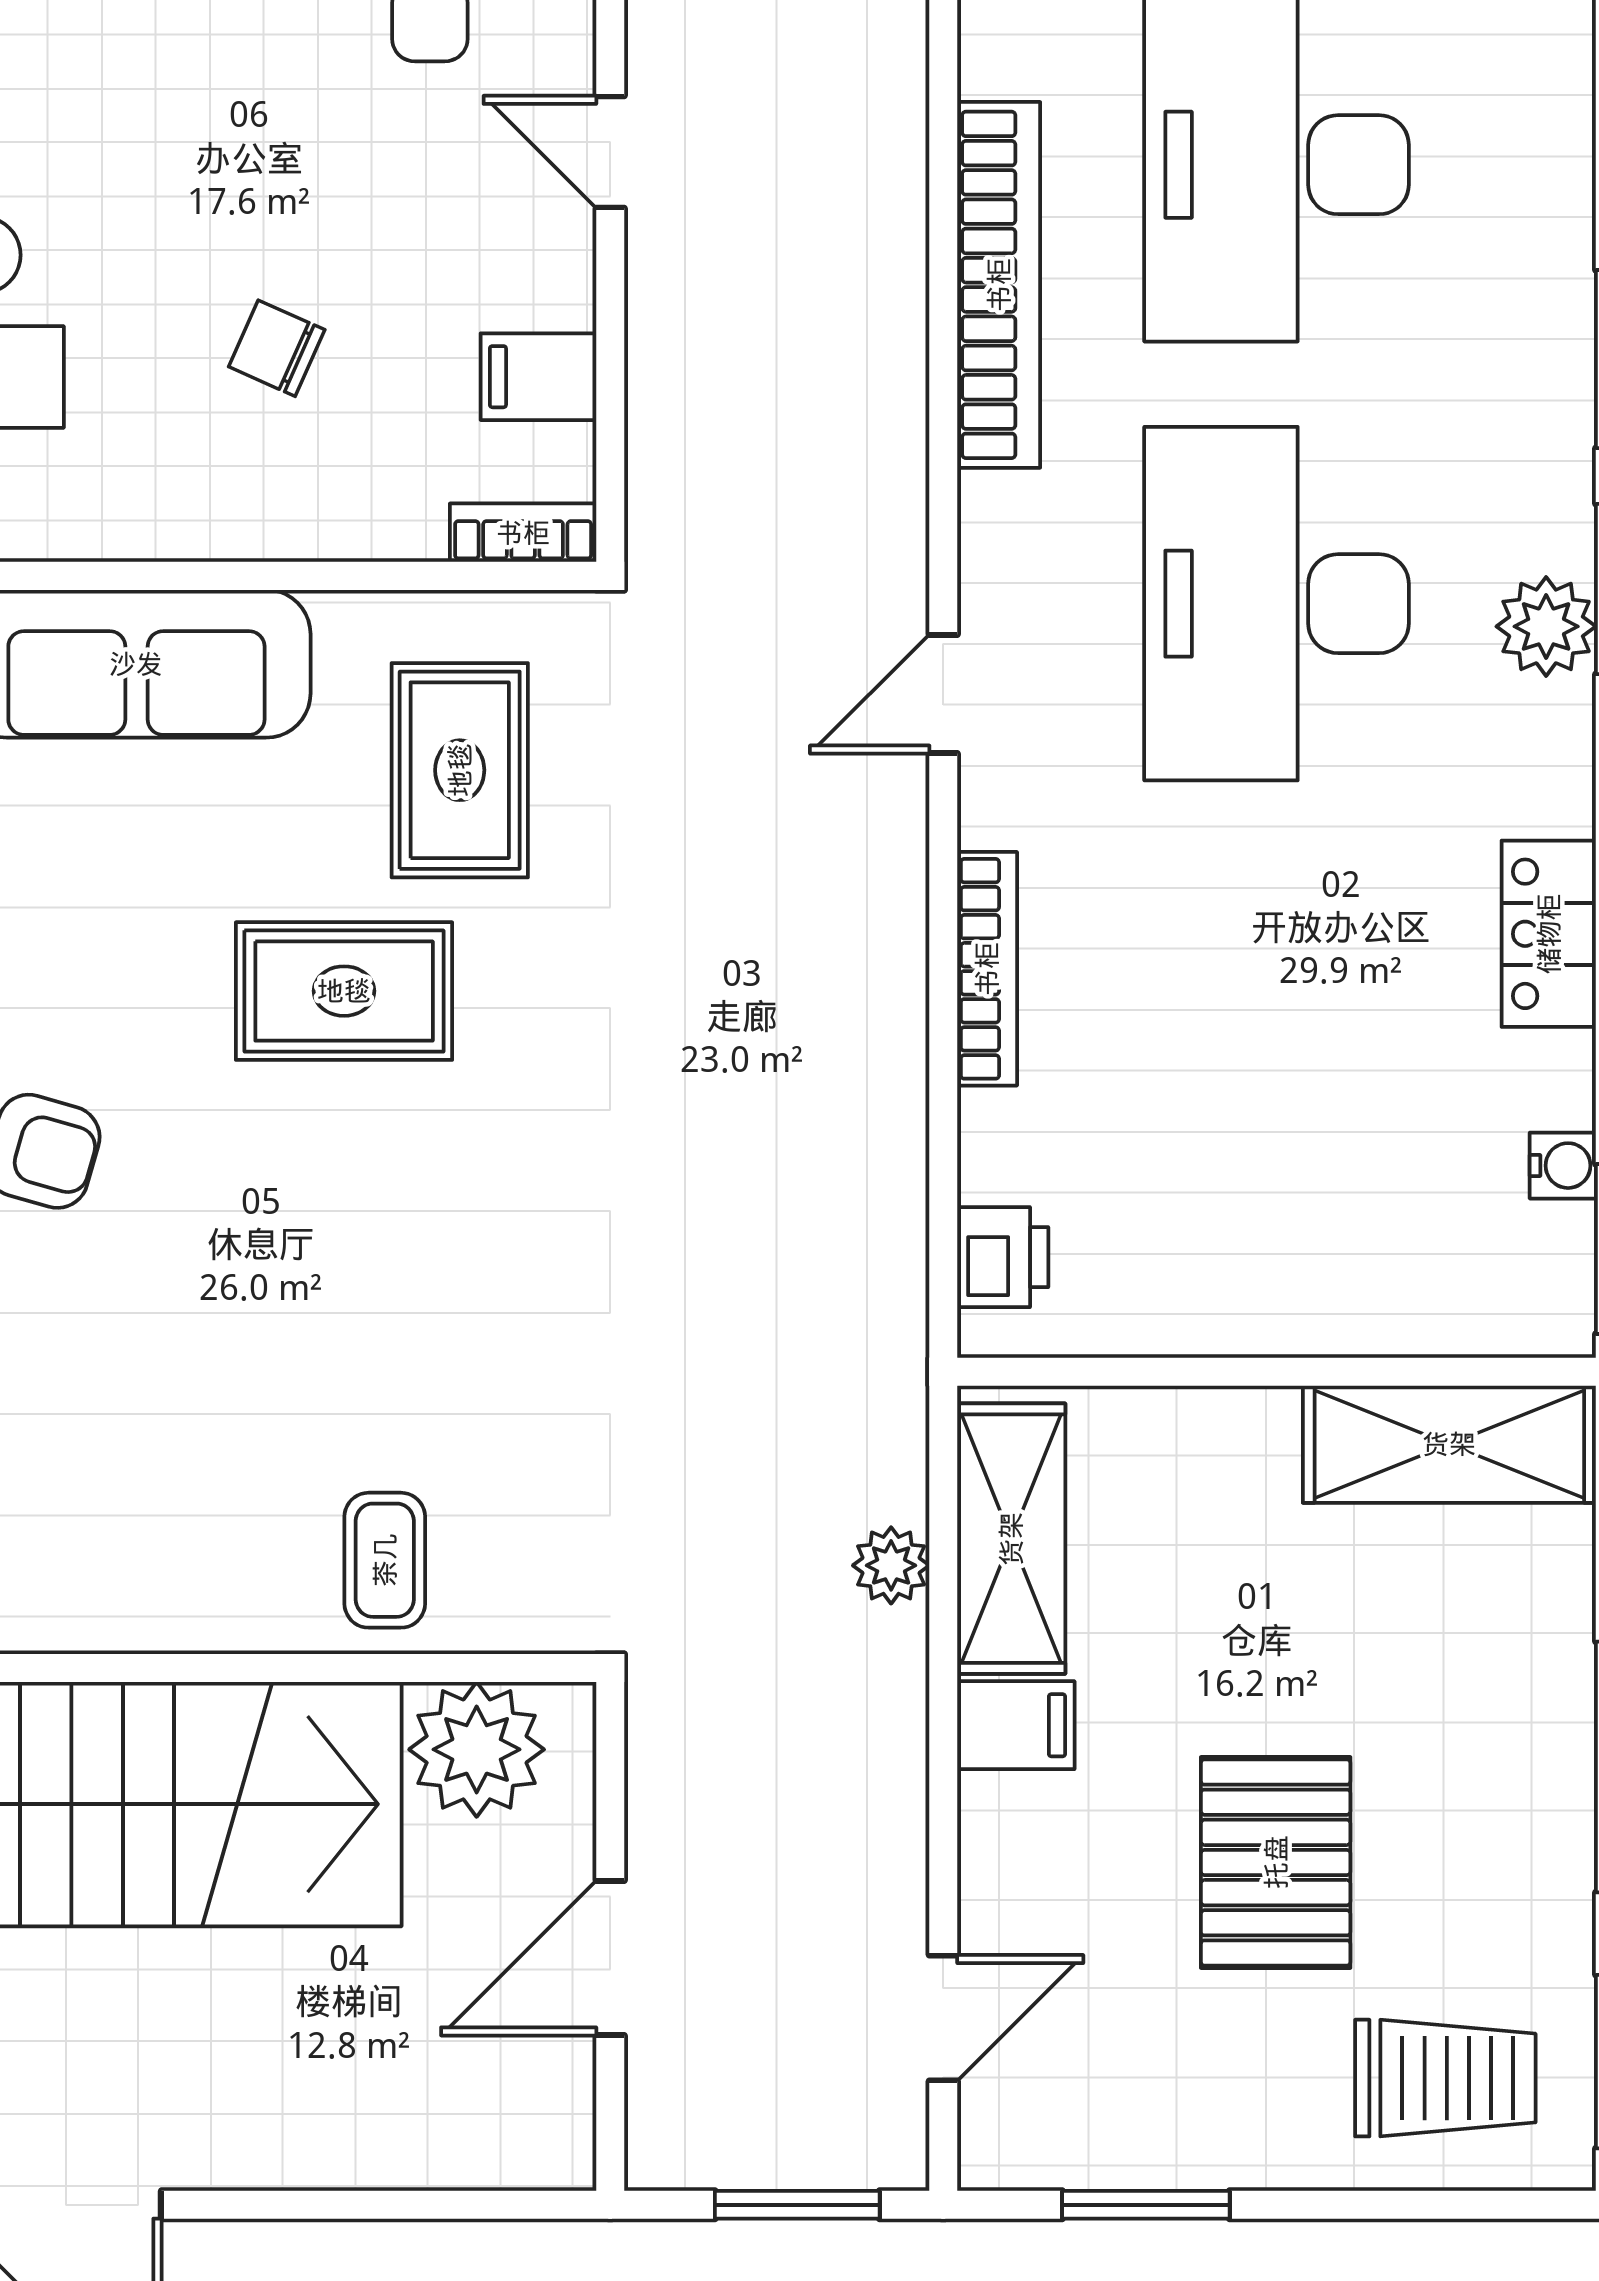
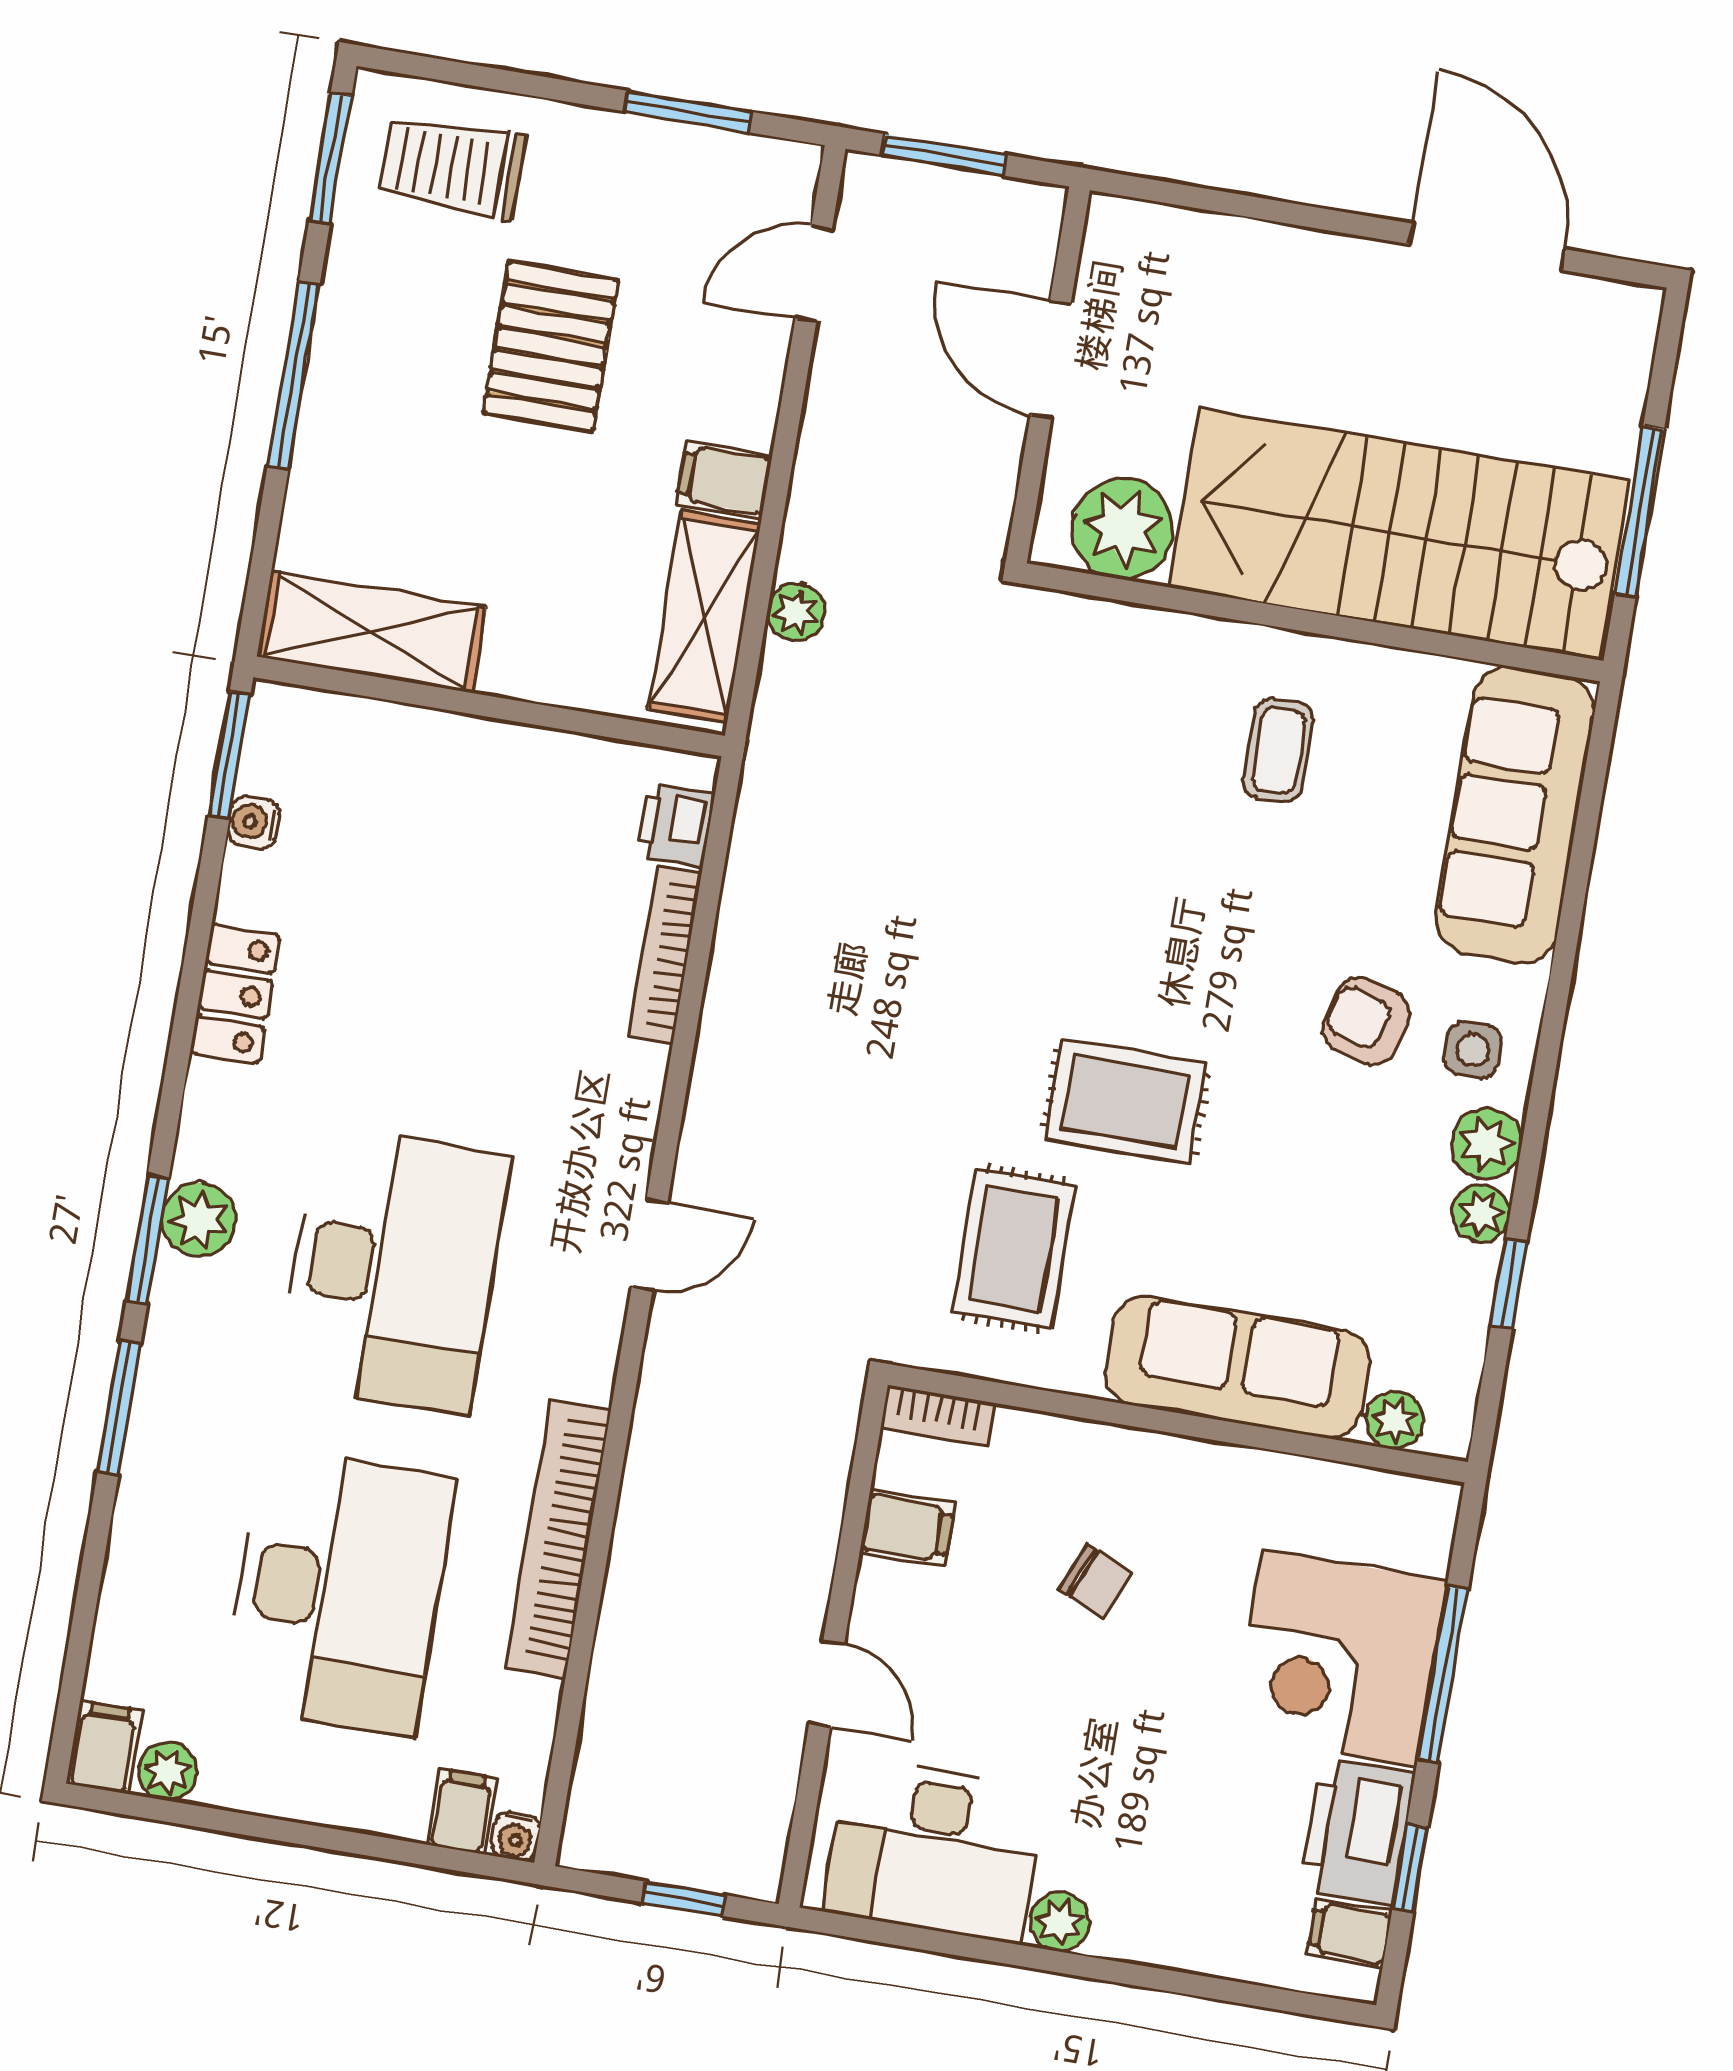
bookcase: (987, 969) -> (666, 954), moved
coffee table: (385, 1560) -> (1278, 750), moved
door: (610, 1958) -> (1051, 359), swing flipped

